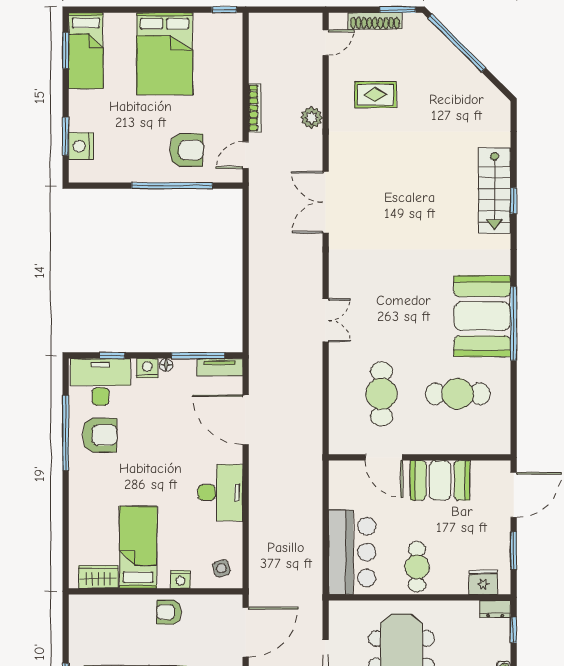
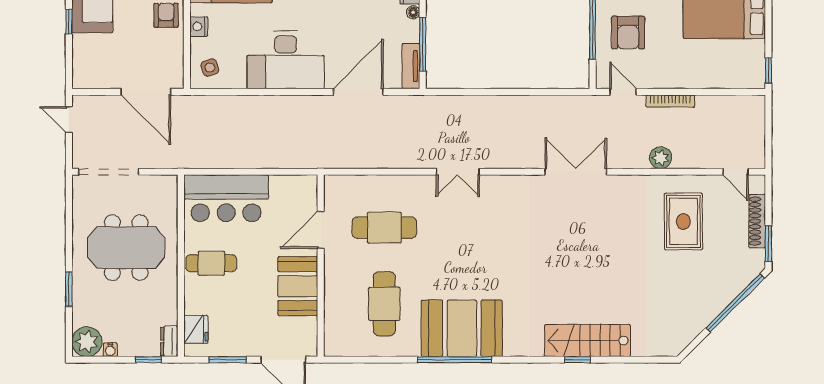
rug: (375, 95) -> (683, 222), width x1.36, depth x1.43
desk: (220, 493) -> (286, 60), width x1.36, depth x1.30

